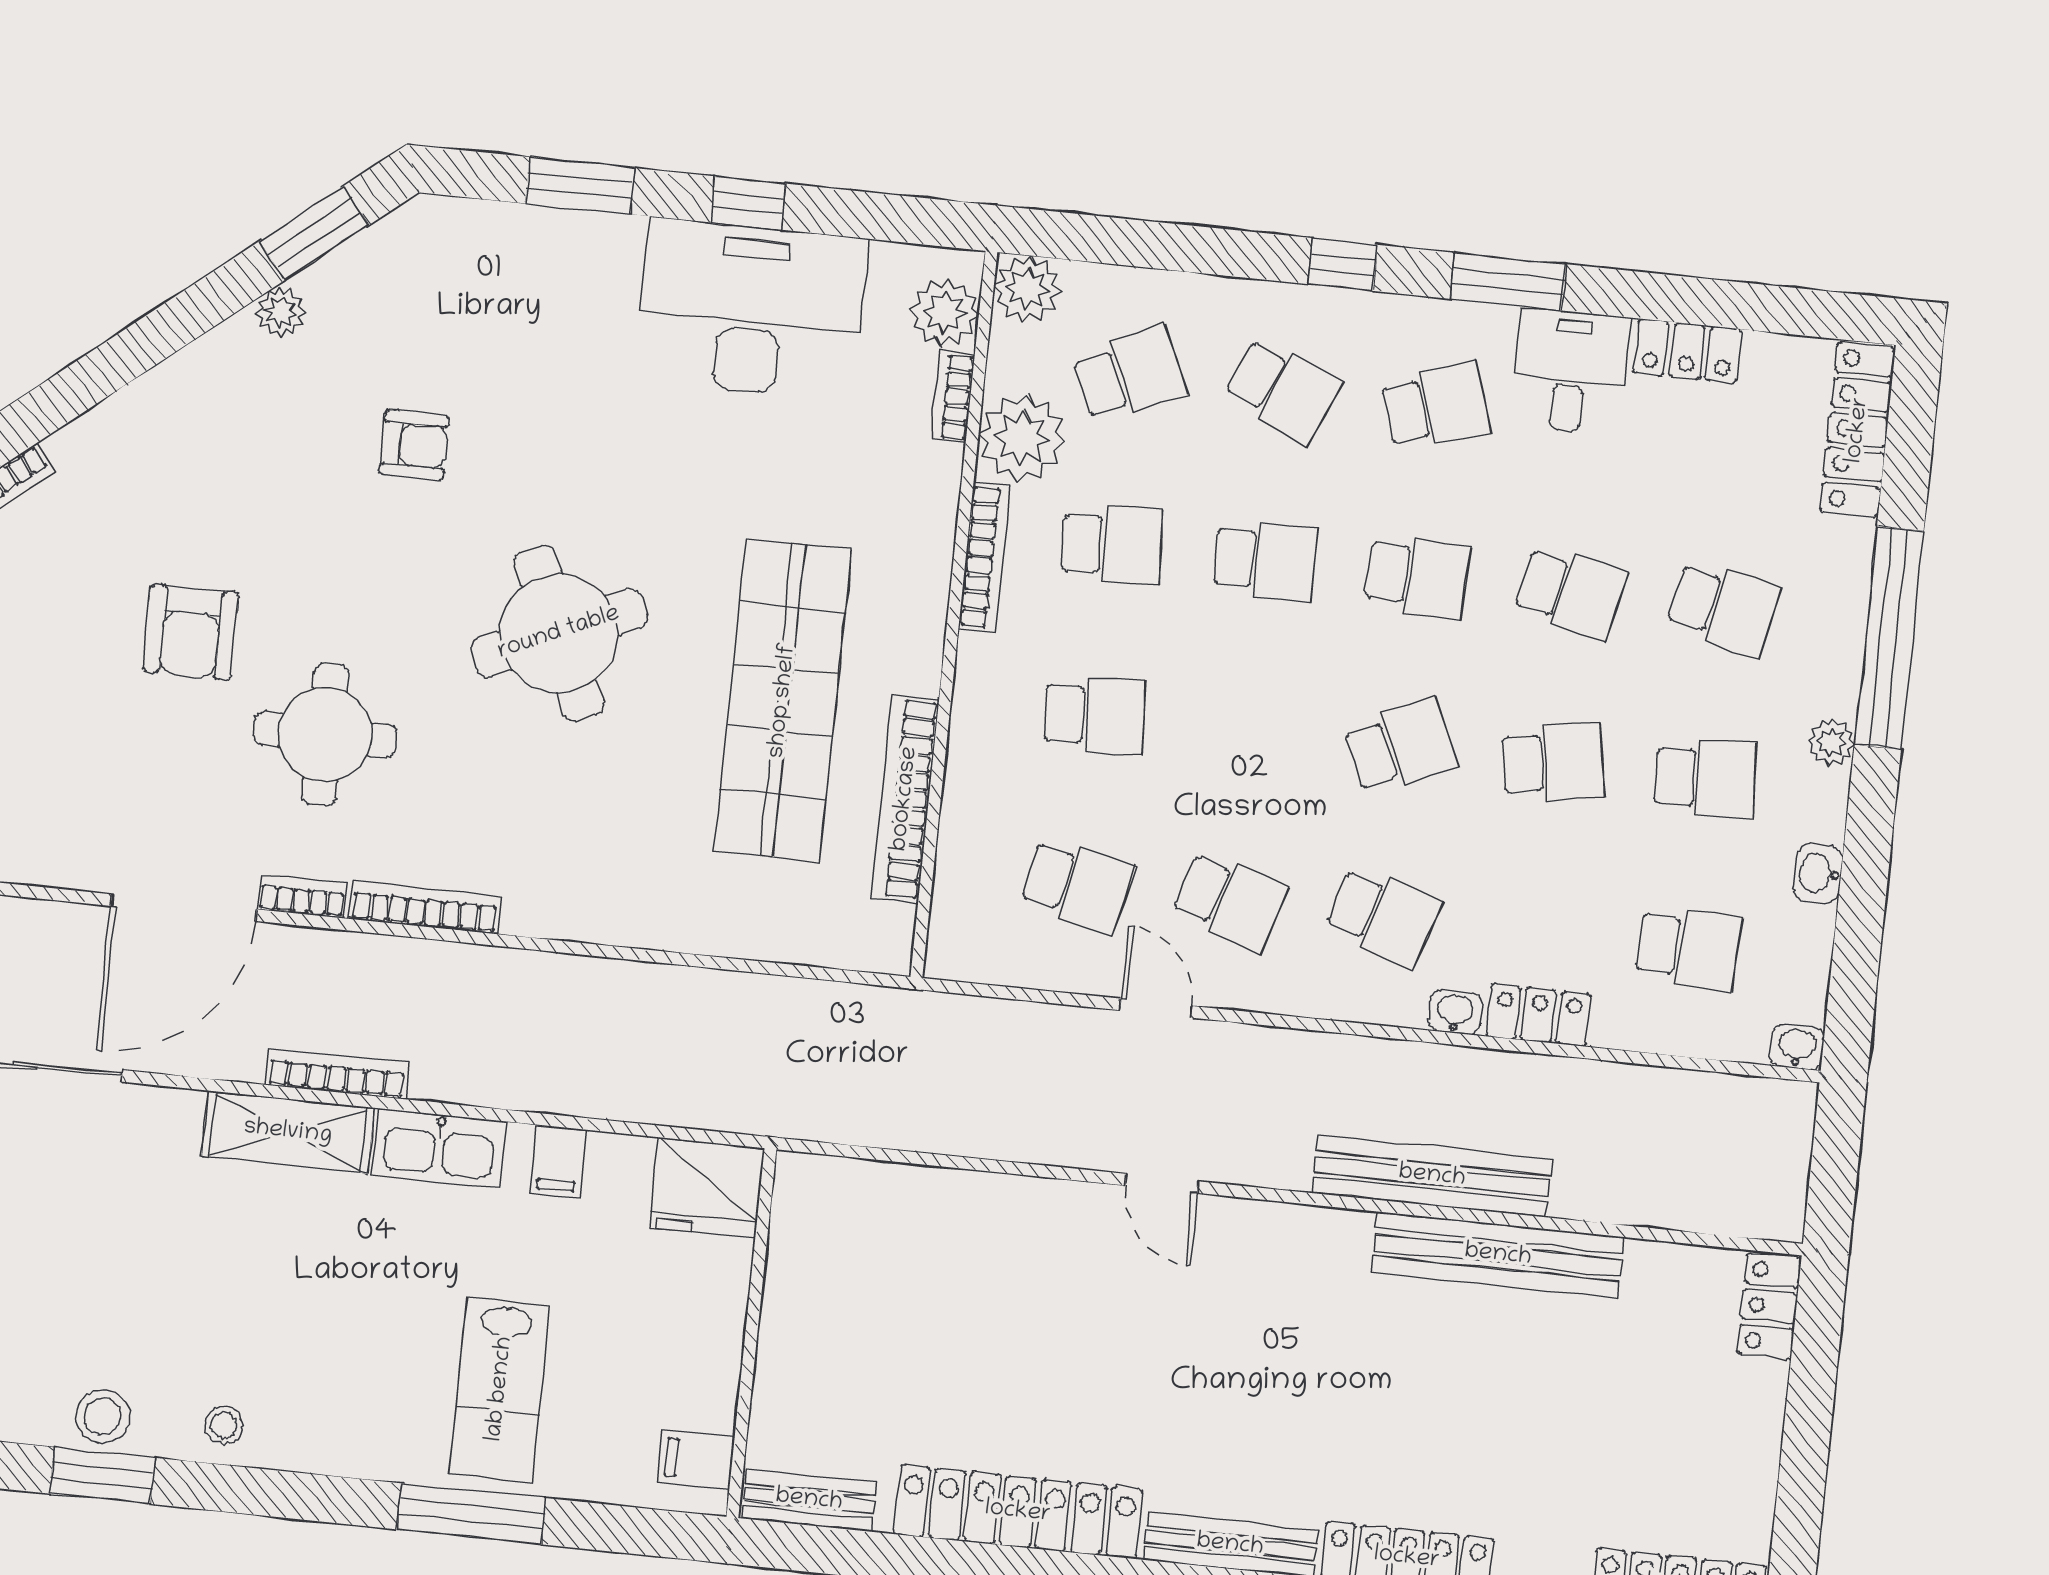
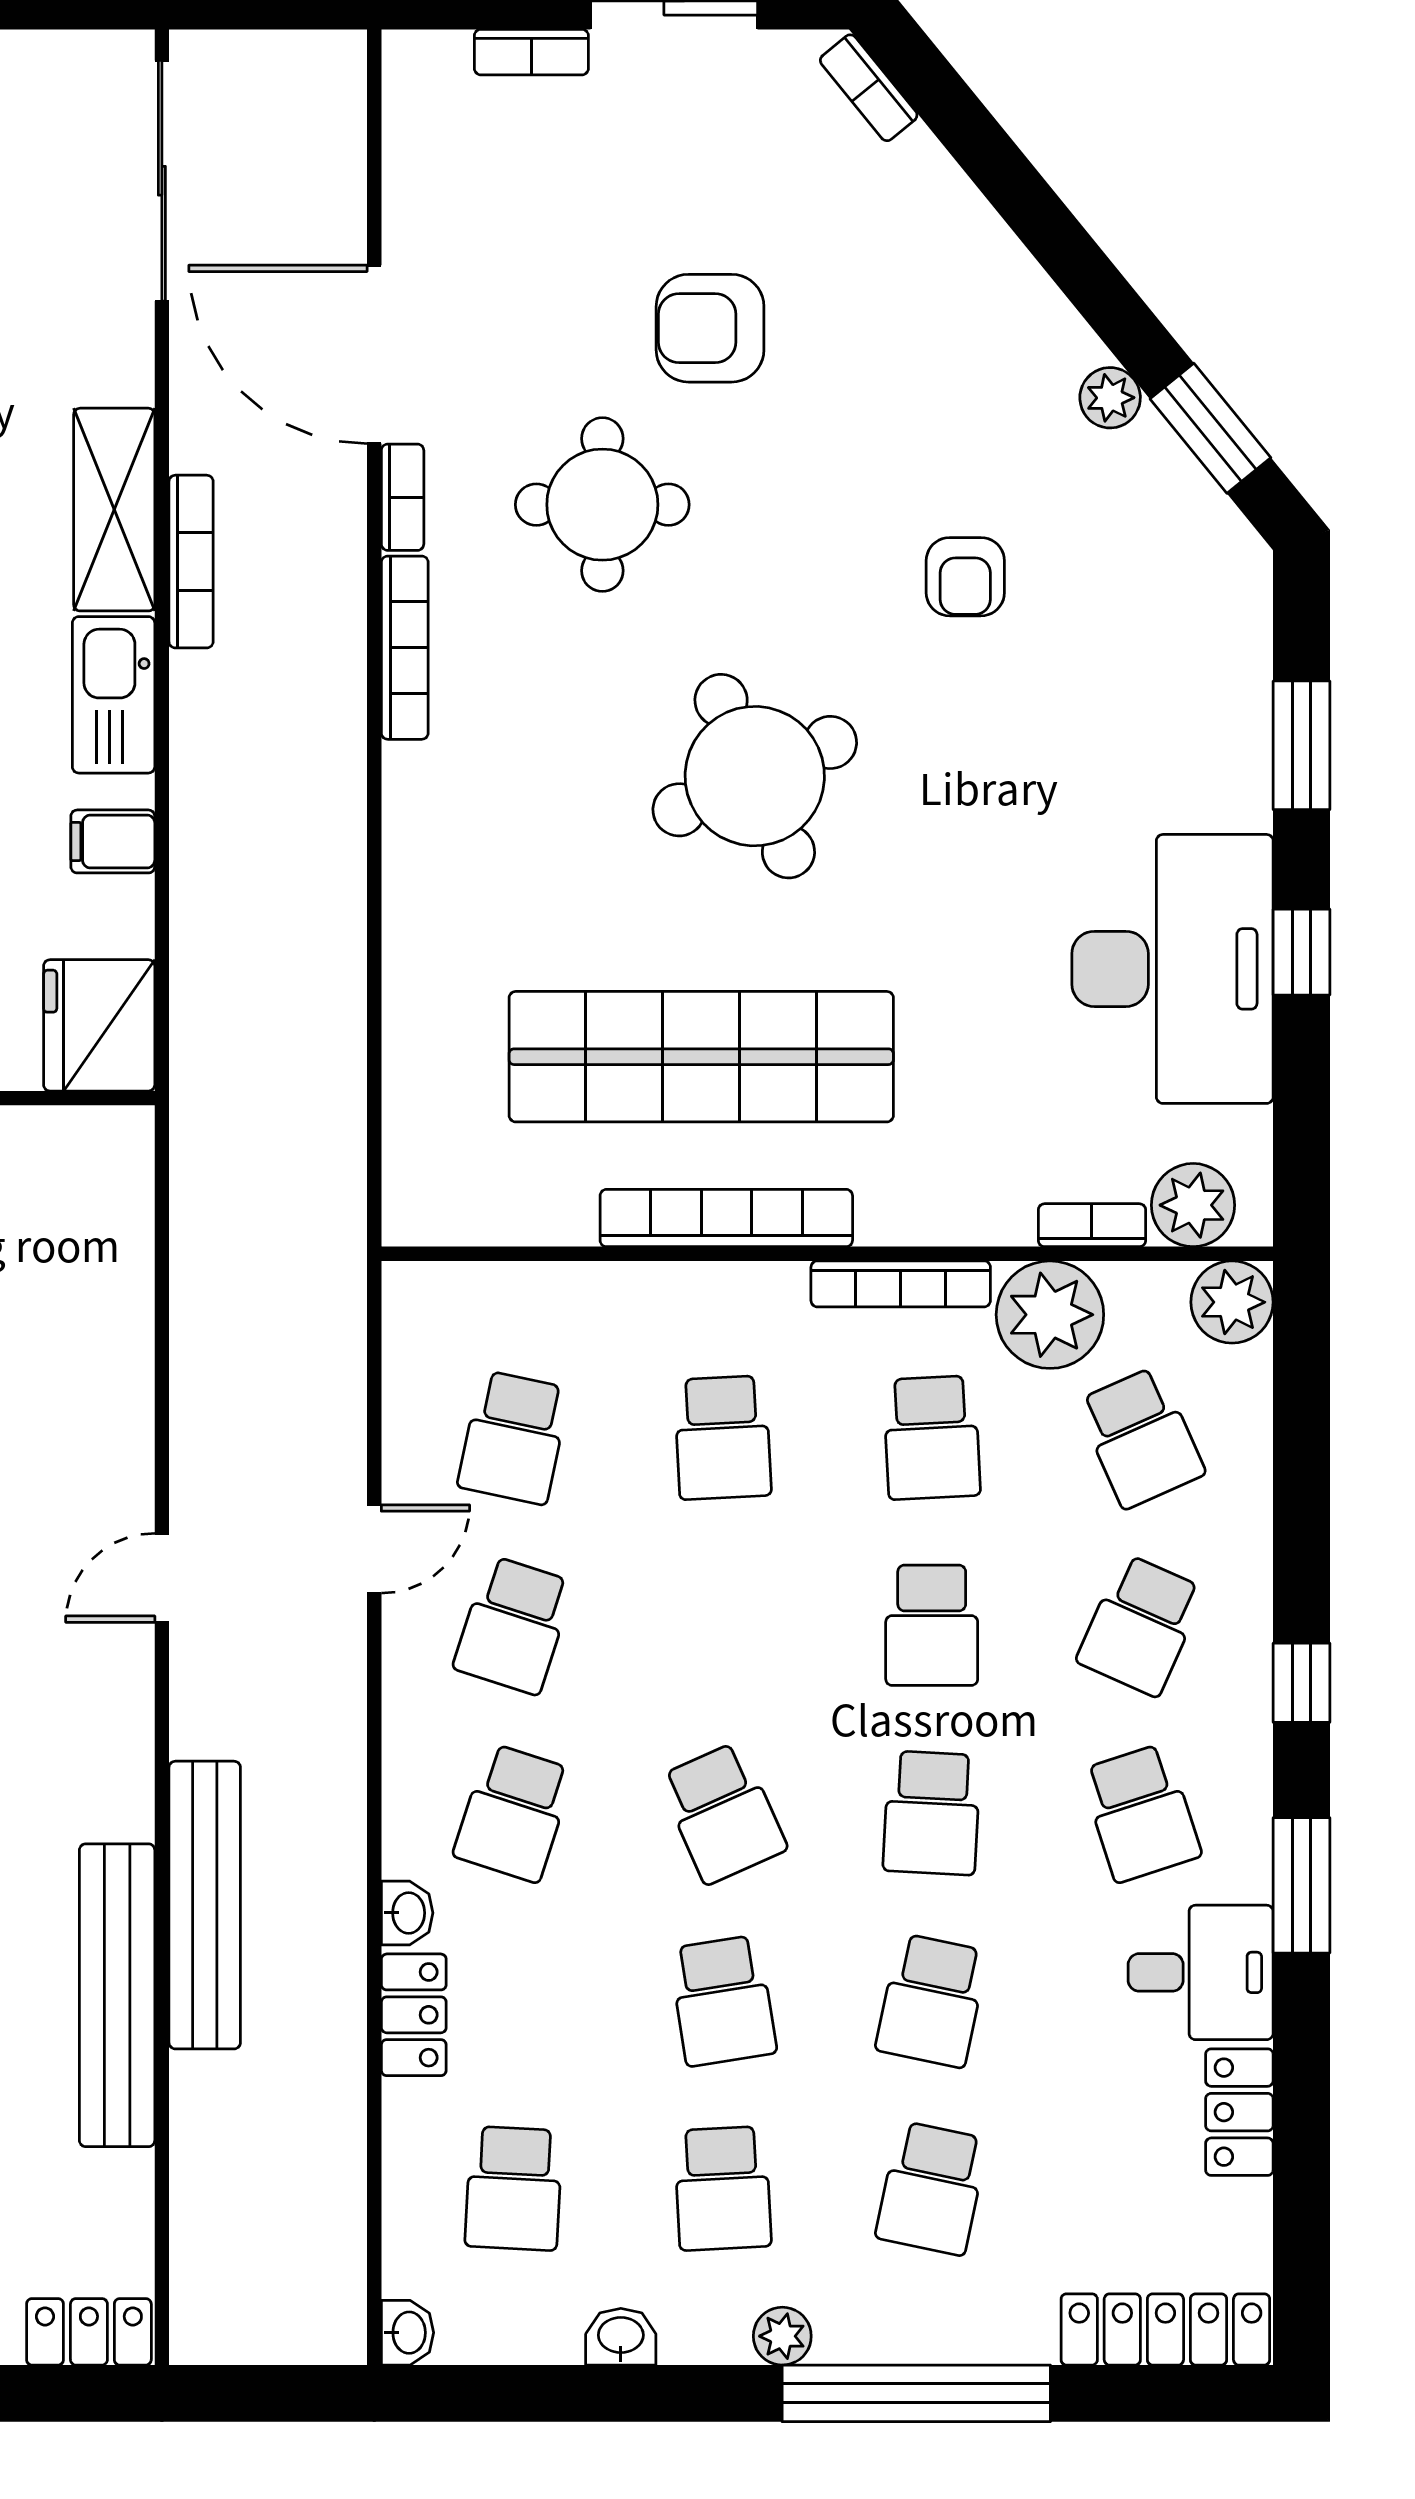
bookcase: (905, 799) -> (726, 1218), moved

